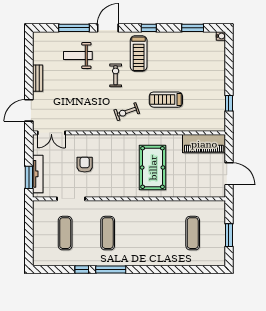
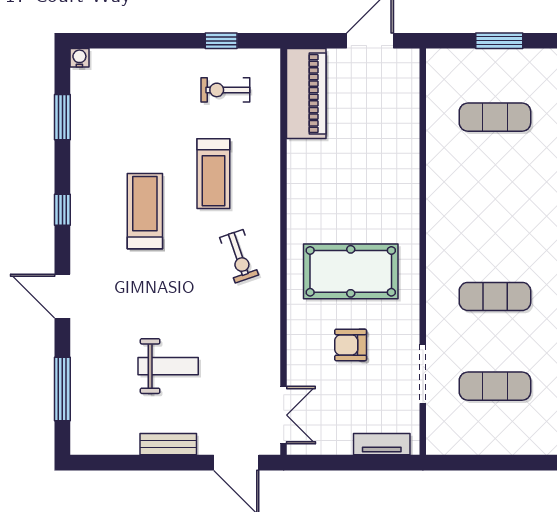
window: (74, 28) -> (62, 389), moved
treadmill: (139, 53) -> (145, 211), moved, turned -90
weight bench: (78, 56) -> (168, 366), moved, turned -90
exercise bike: (116, 75) -> (225, 90), moved
pool table: (153, 168) -> (351, 271), moved
tv unit: (38, 174) -> (382, 444), width x0.71
window: (29, 177) -> (378, 463), removed

